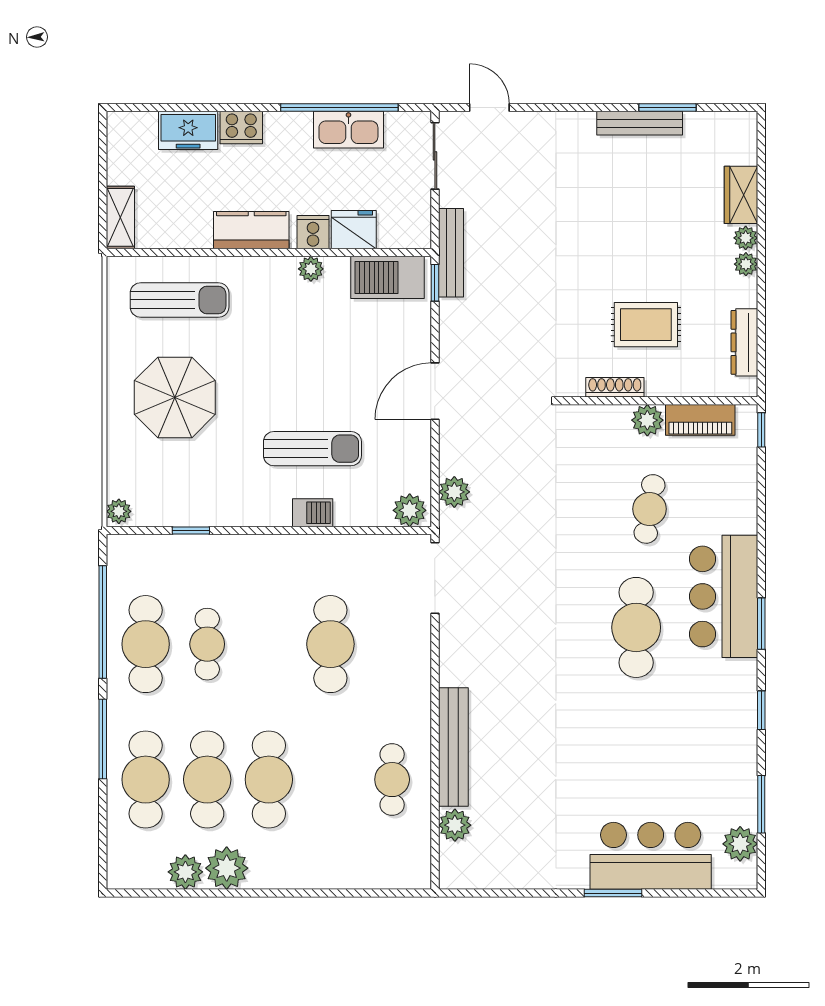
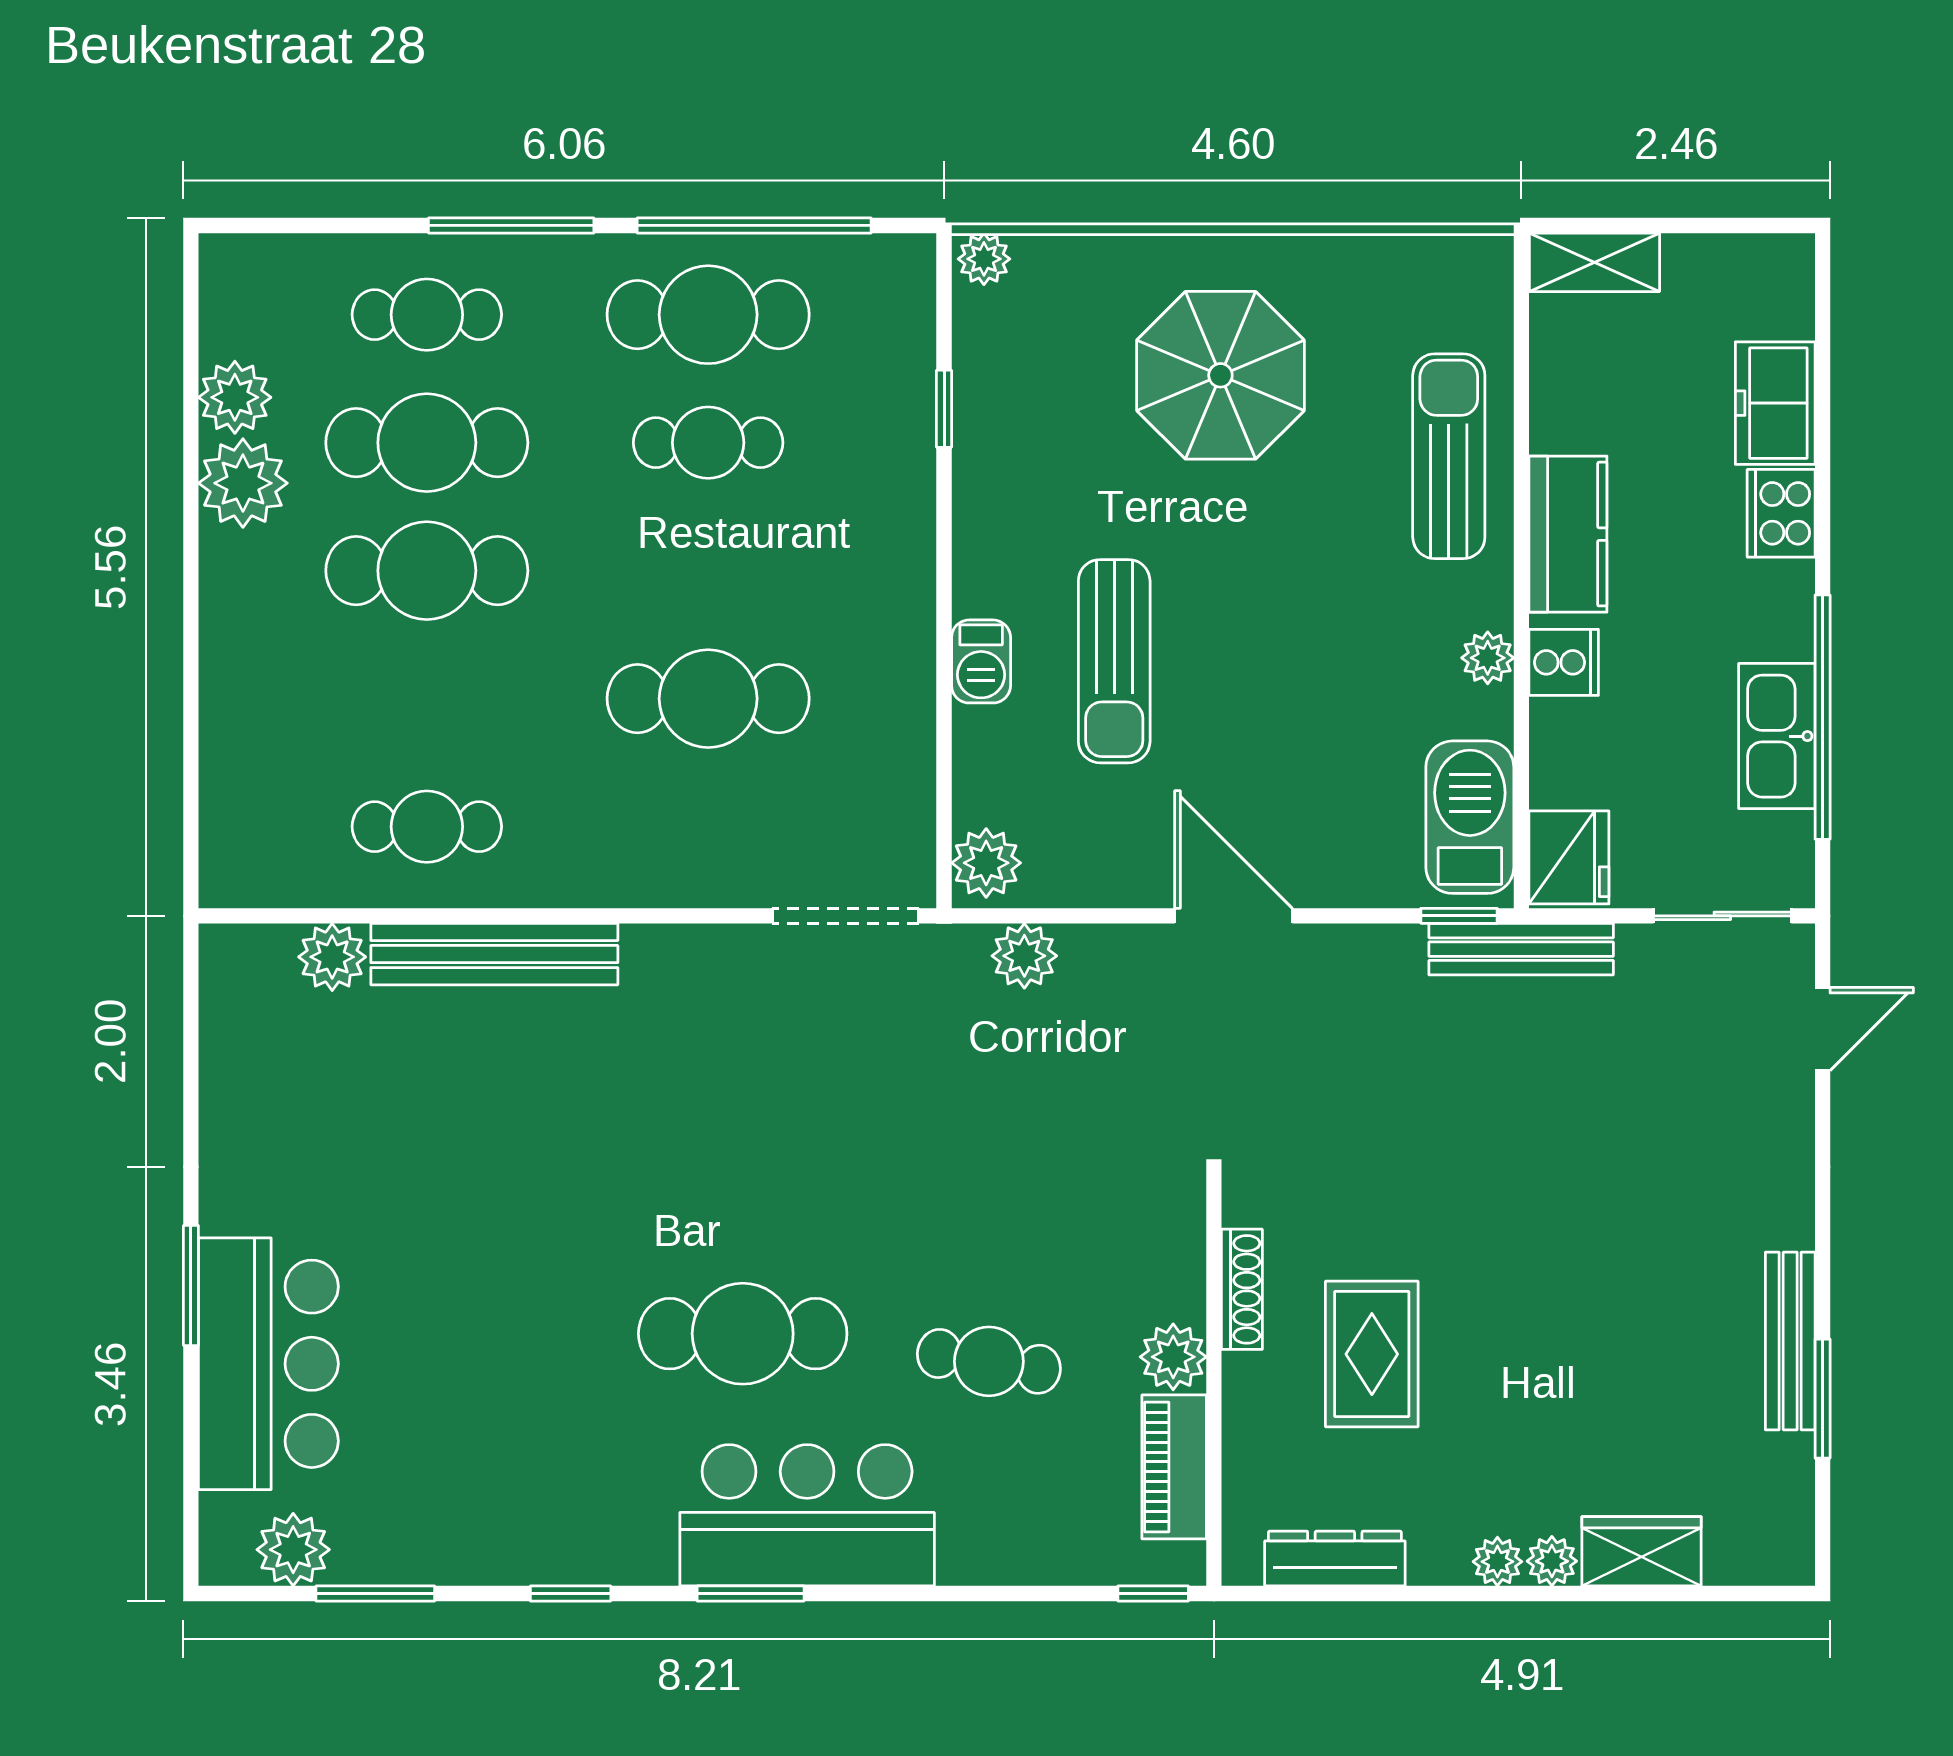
fridge: (354, 230) -> (1569, 857), moved
sun lounger: (180, 300) -> (1449, 456), moved, turned 180
cafe table: (146, 780) -> (427, 315), width x0.73, depth x0.74

